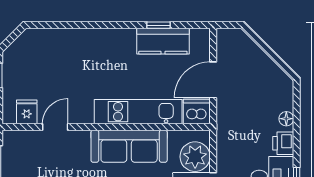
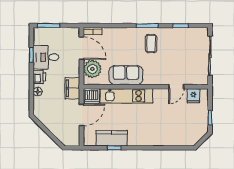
filing cabinet: (228, 124) -> (72, 88), added
sofa: (129, 146) -> (126, 75), width x0.73

